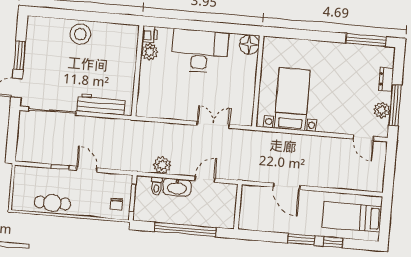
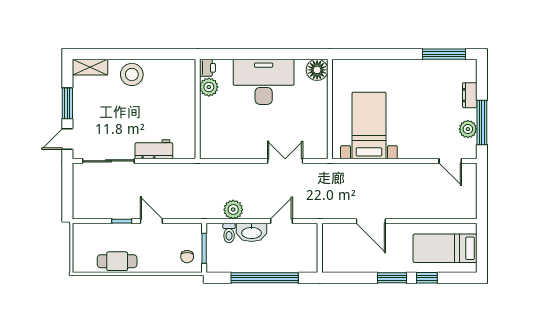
shelving: (43, 24) -> (90, 67), added
workbench: (101, 104) -> (154, 149), width x0.73

